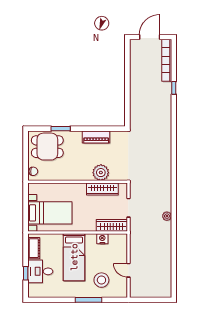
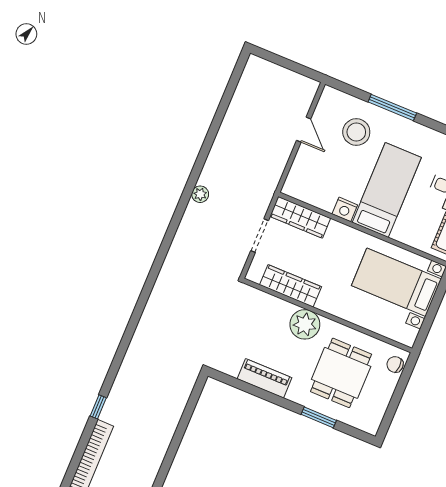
dining table: (47, 147) -> (341, 373), moved, turned 90
plant: (101, 173) -> (305, 324), moved
nightstand: (102, 239) -> (345, 209), moved

